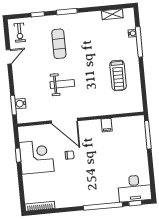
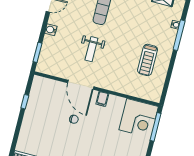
weight bench: (62, 84) -> (91, 49), turned 90
water cooler: (20, 104) -> (51, 30), moved
filing cabinet: (107, 125) -> (102, 99), moved
corner desk: (37, 157) -> (139, 118), moved, turned 90

